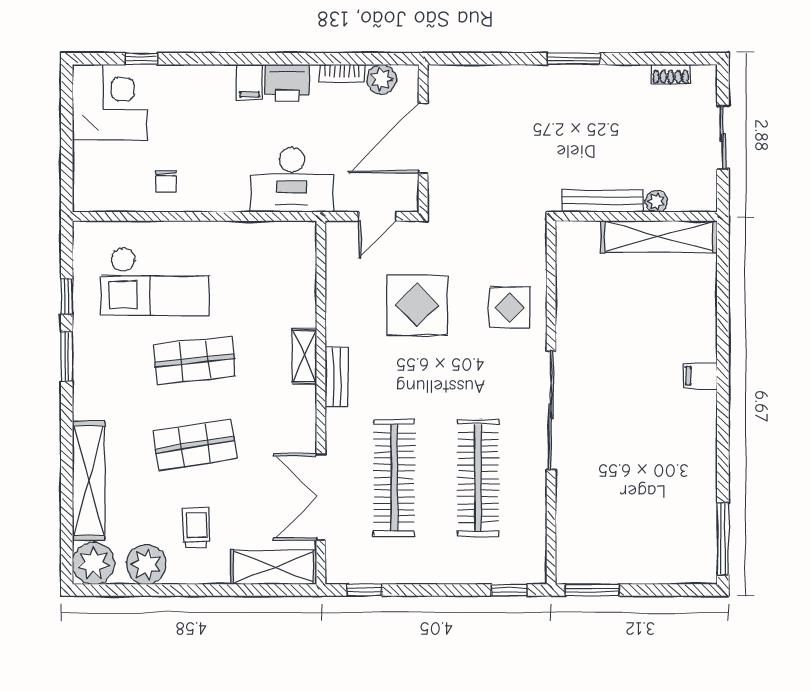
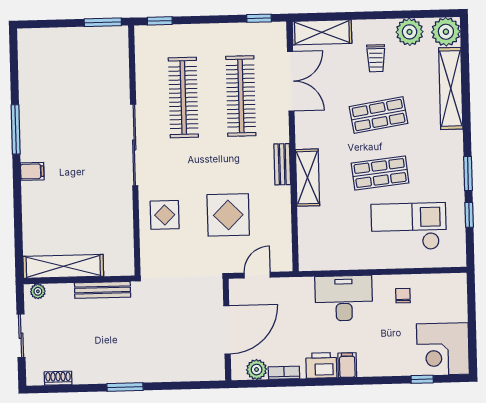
desk: (292, 180) -> (344, 298), moved
plant: (656, 201) -> (38, 291), moved
shelving: (304, 356) -> (308, 178), width x1.50, depth x1.33
window: (723, 539) -> (16, 129), moved

